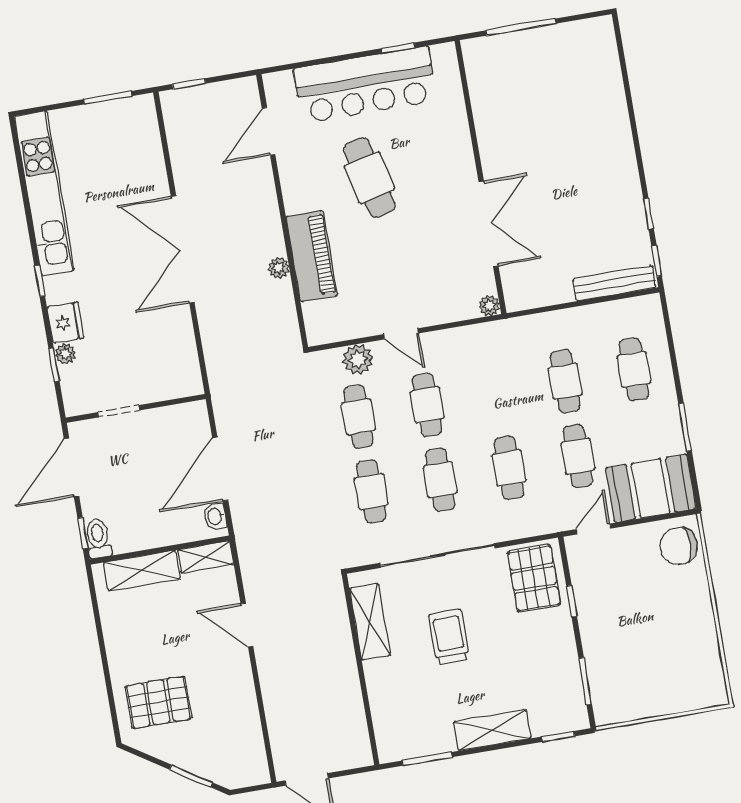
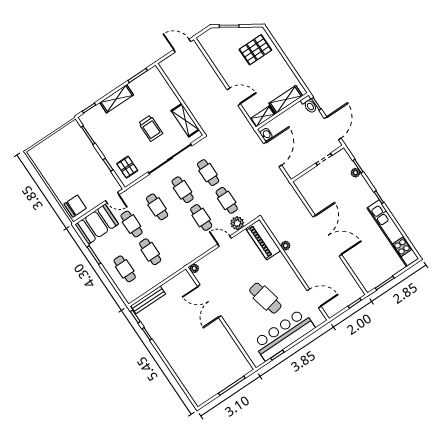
door: (269, 131) -> (314, 298), hinge flipped
piano: (312, 256) -> (263, 240), moved
fridge: (65, 323) -> (361, 185), removed
door: (593, 529) -> (112, 198), hinge flipped
pallet: (534, 578) -> (127, 167), width x0.67, depth x0.71

